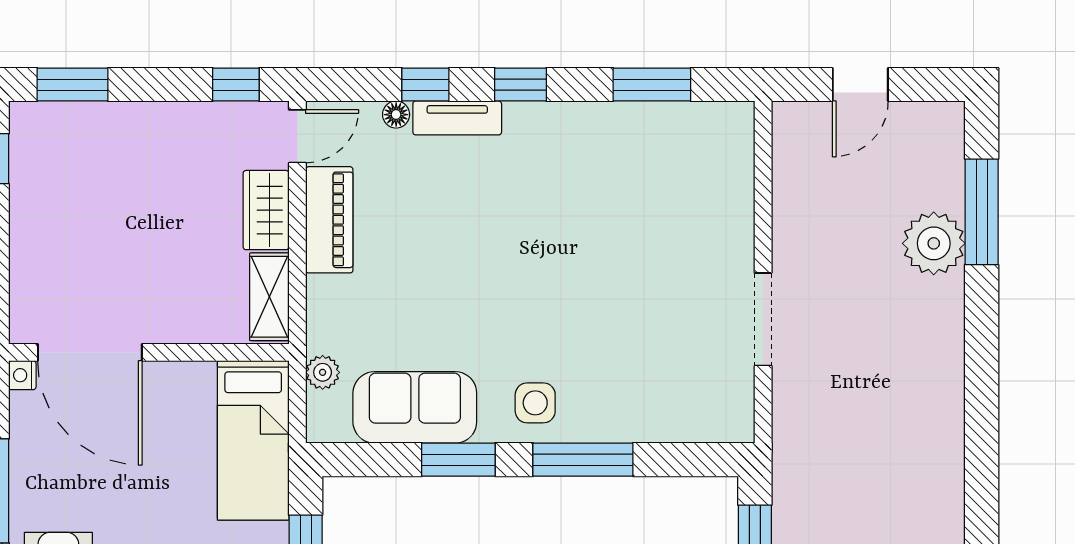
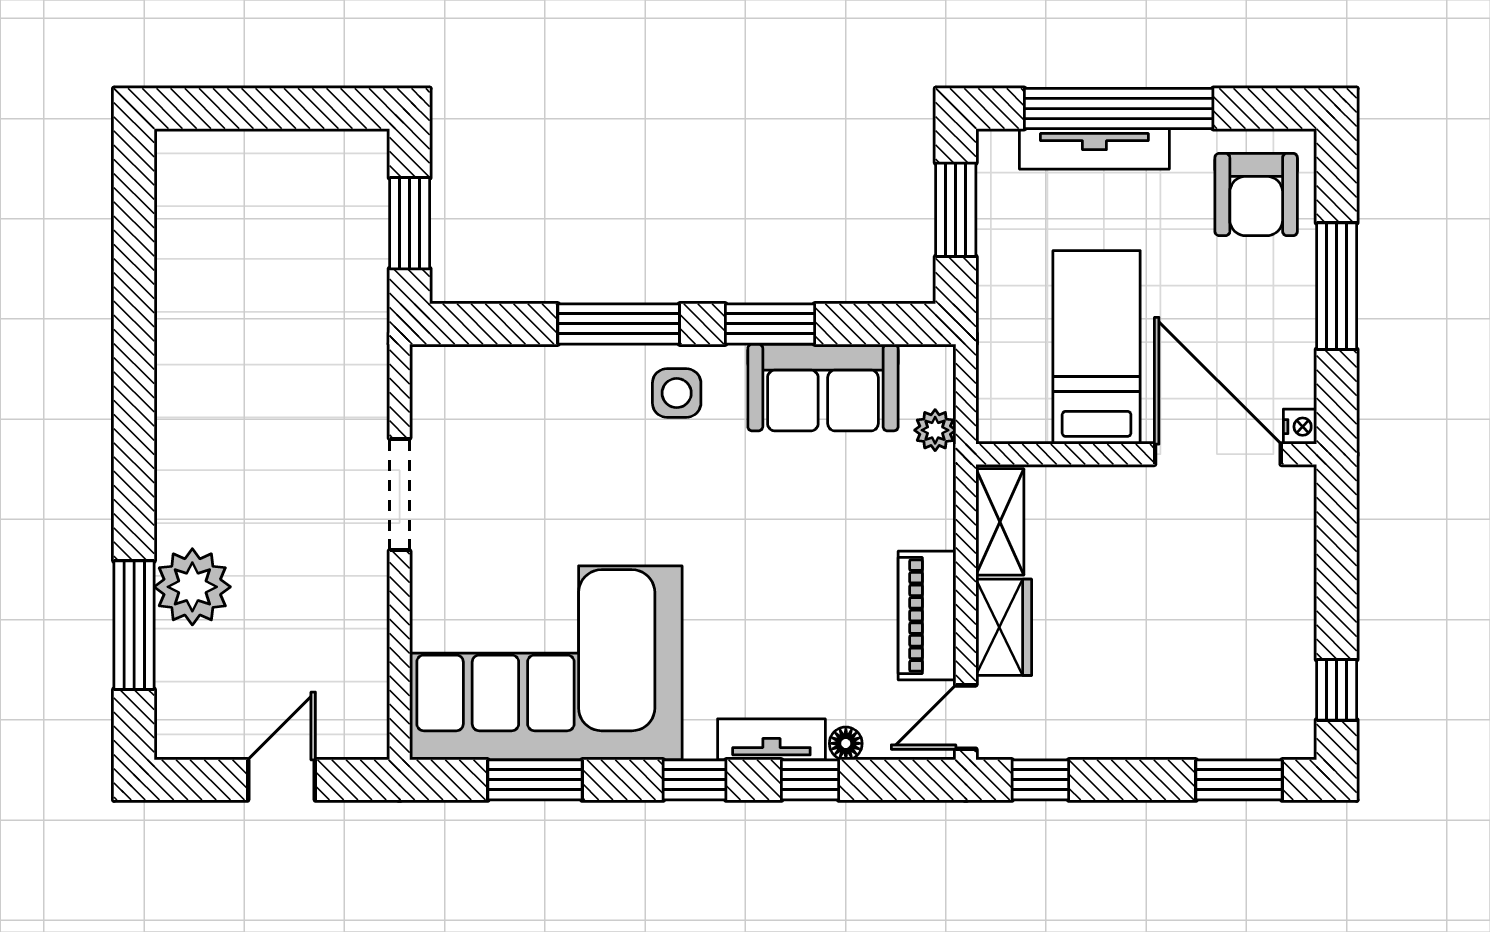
corner sofa: (643, 181) -> (546, 663), added
bed: (253, 440) -> (1097, 347), moved

